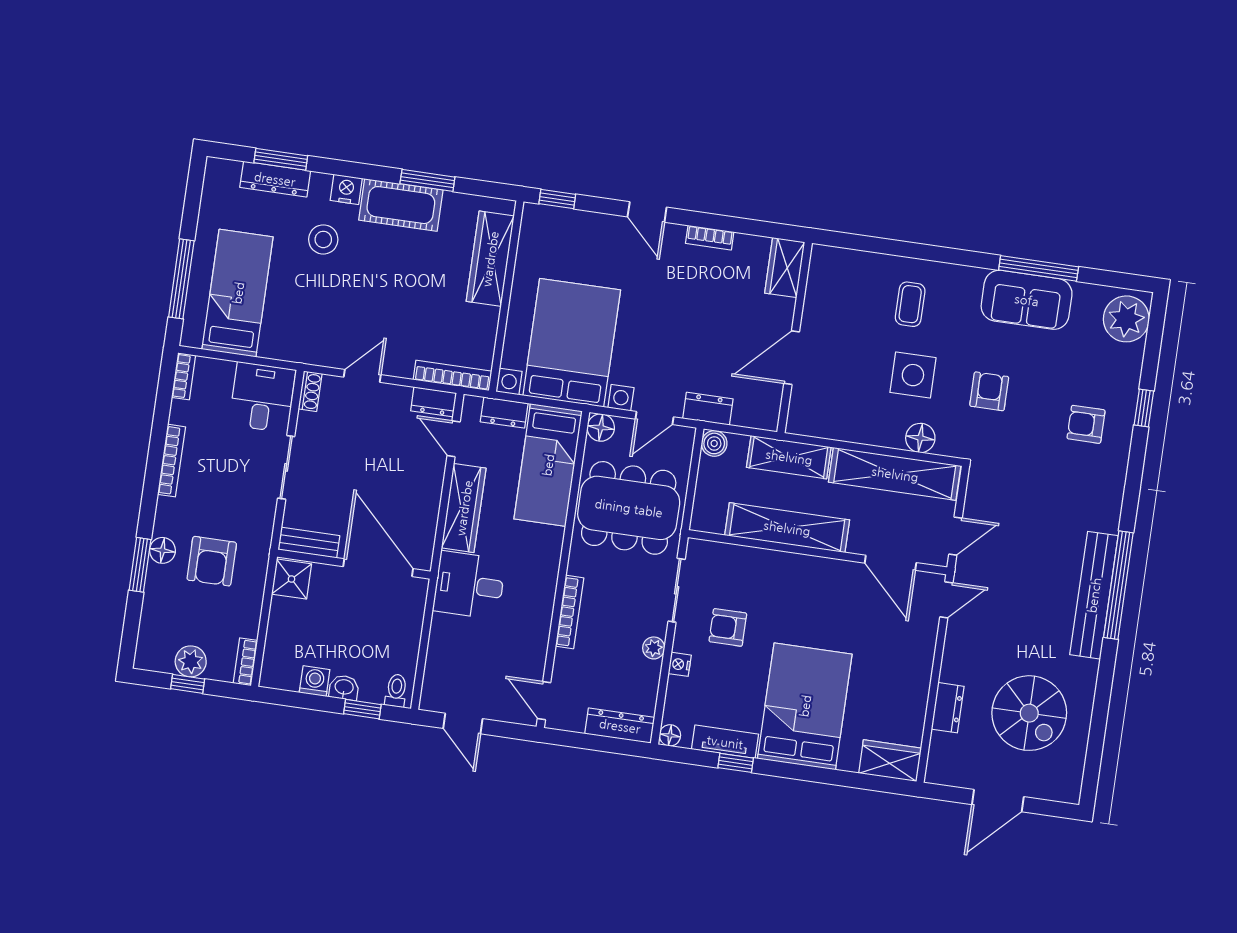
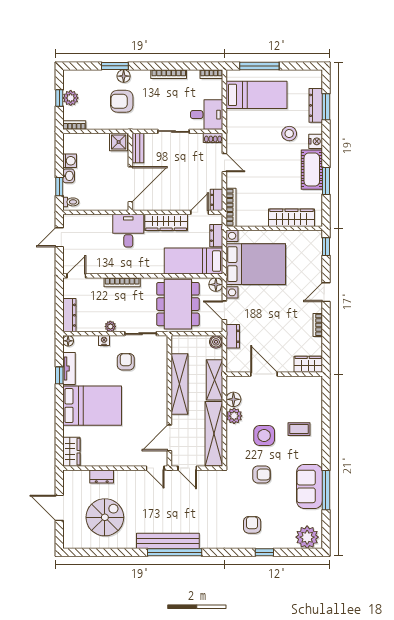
plant: (866, 429) -> (234, 416), added
floor lamp: (920, 438) -> (233, 399), moved
spiral stairs: (1029, 713) -> (105, 517), turned 180

